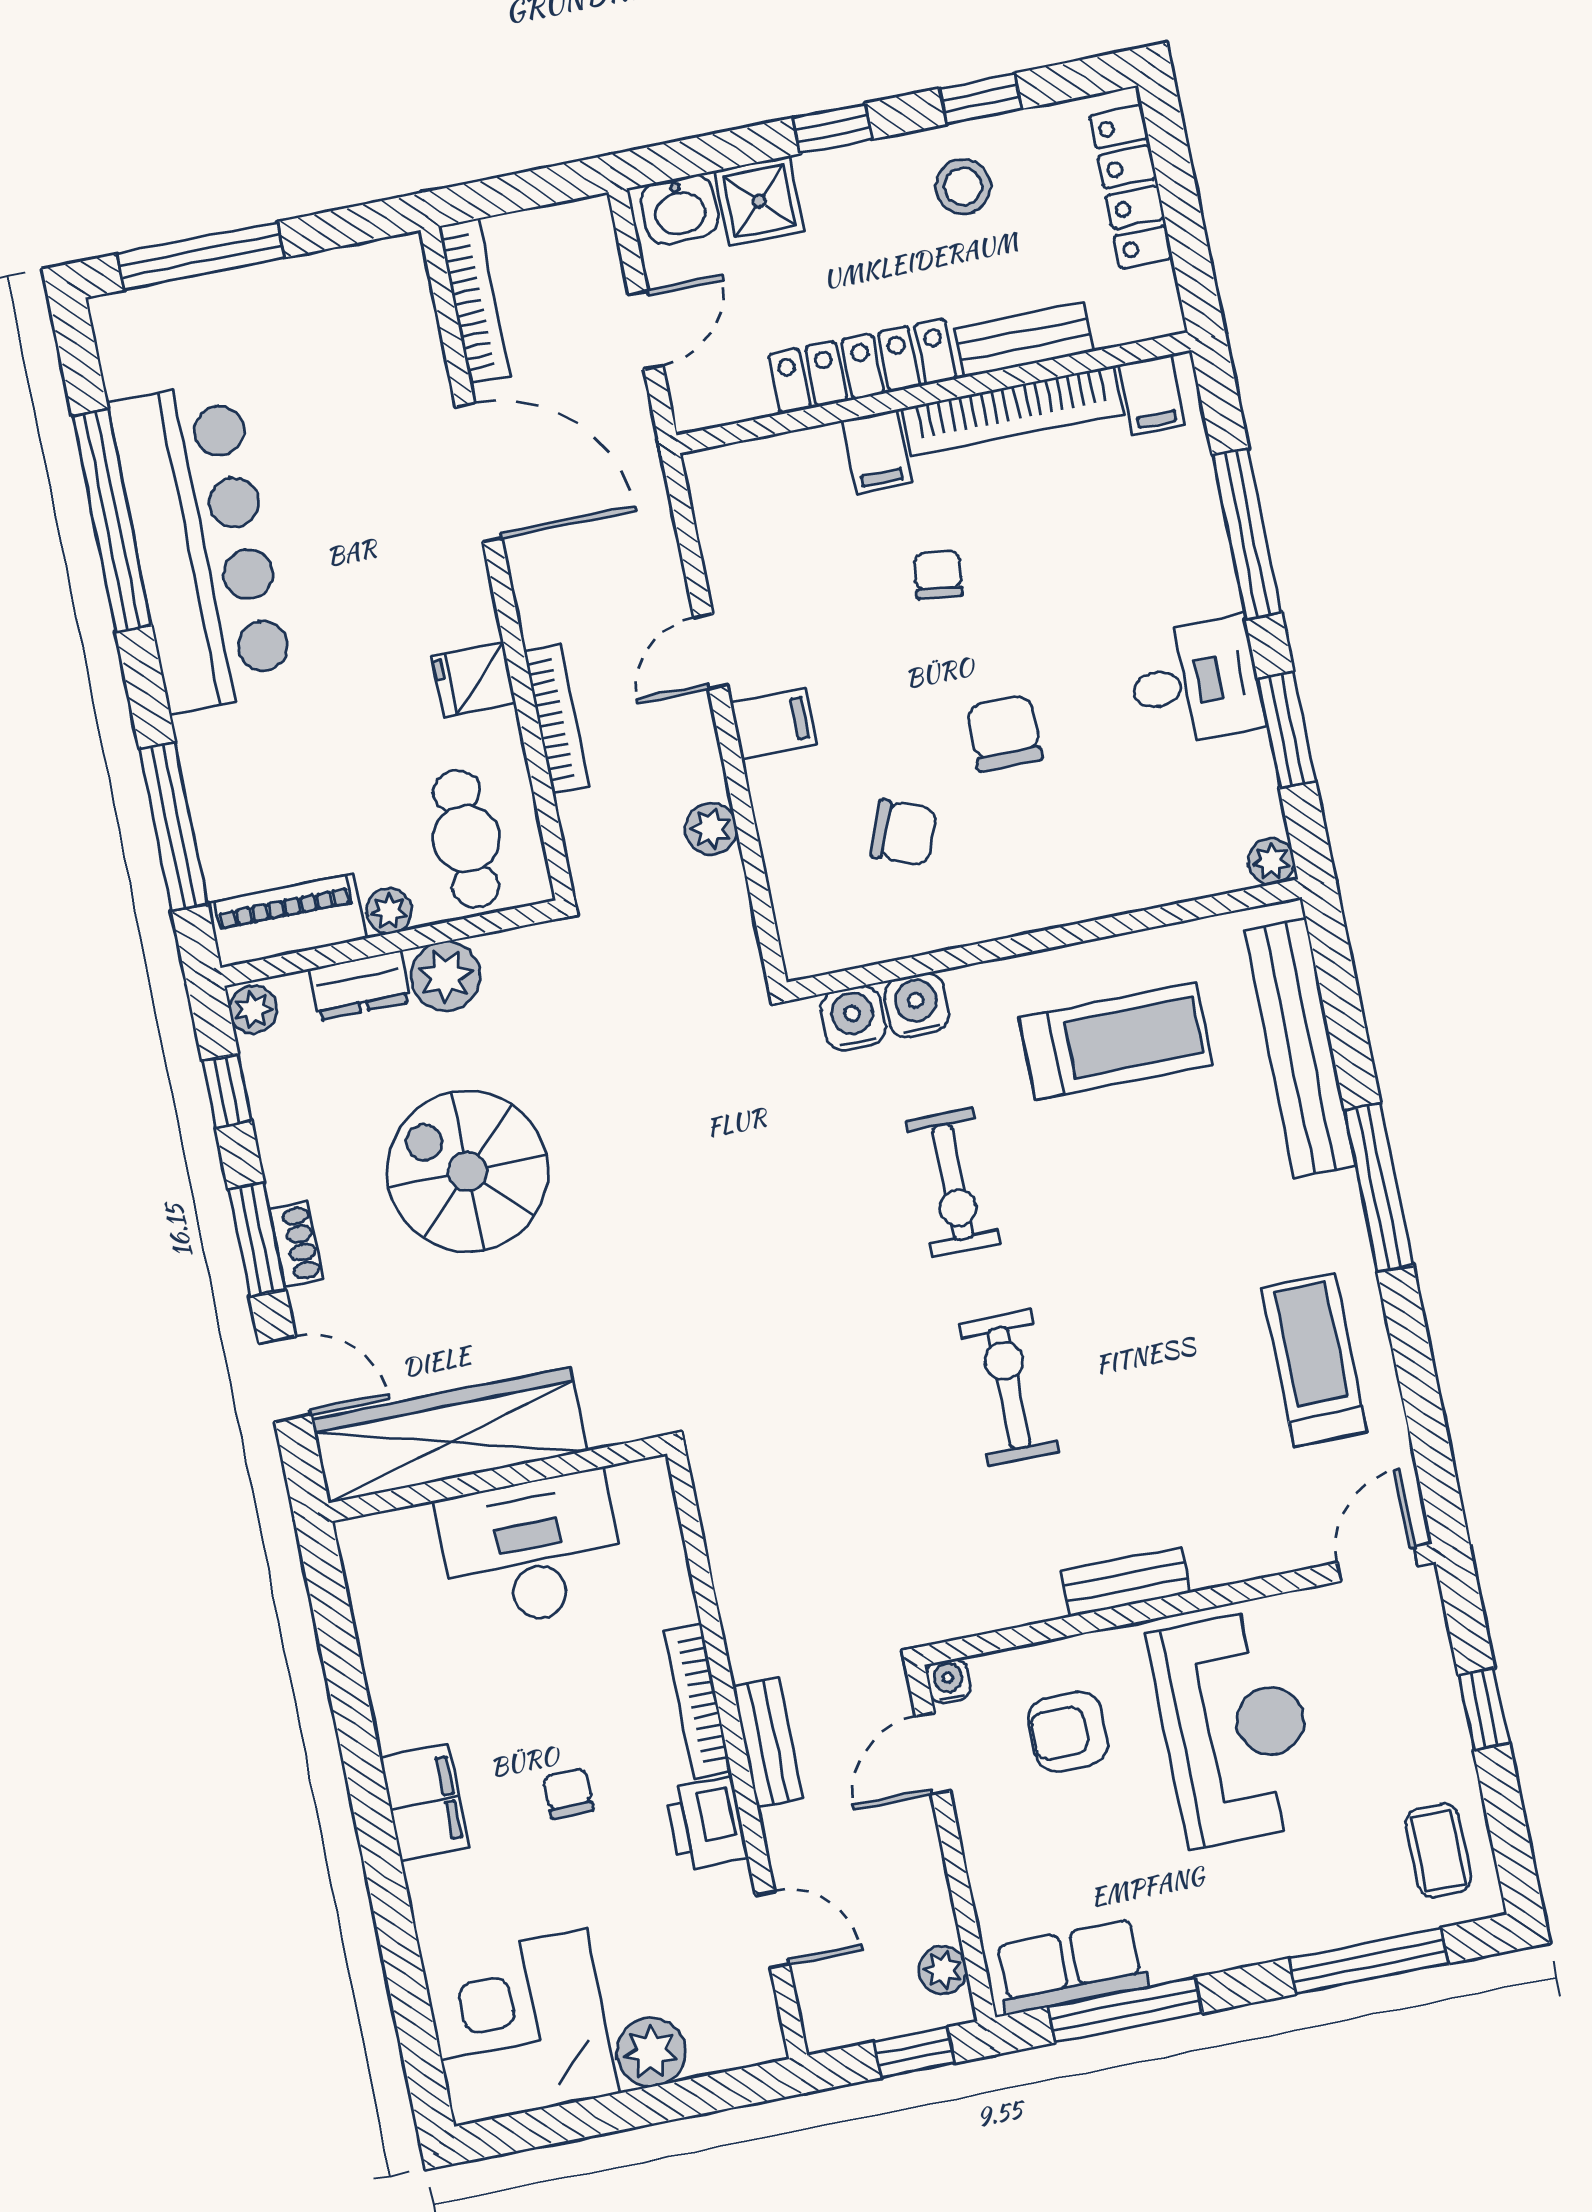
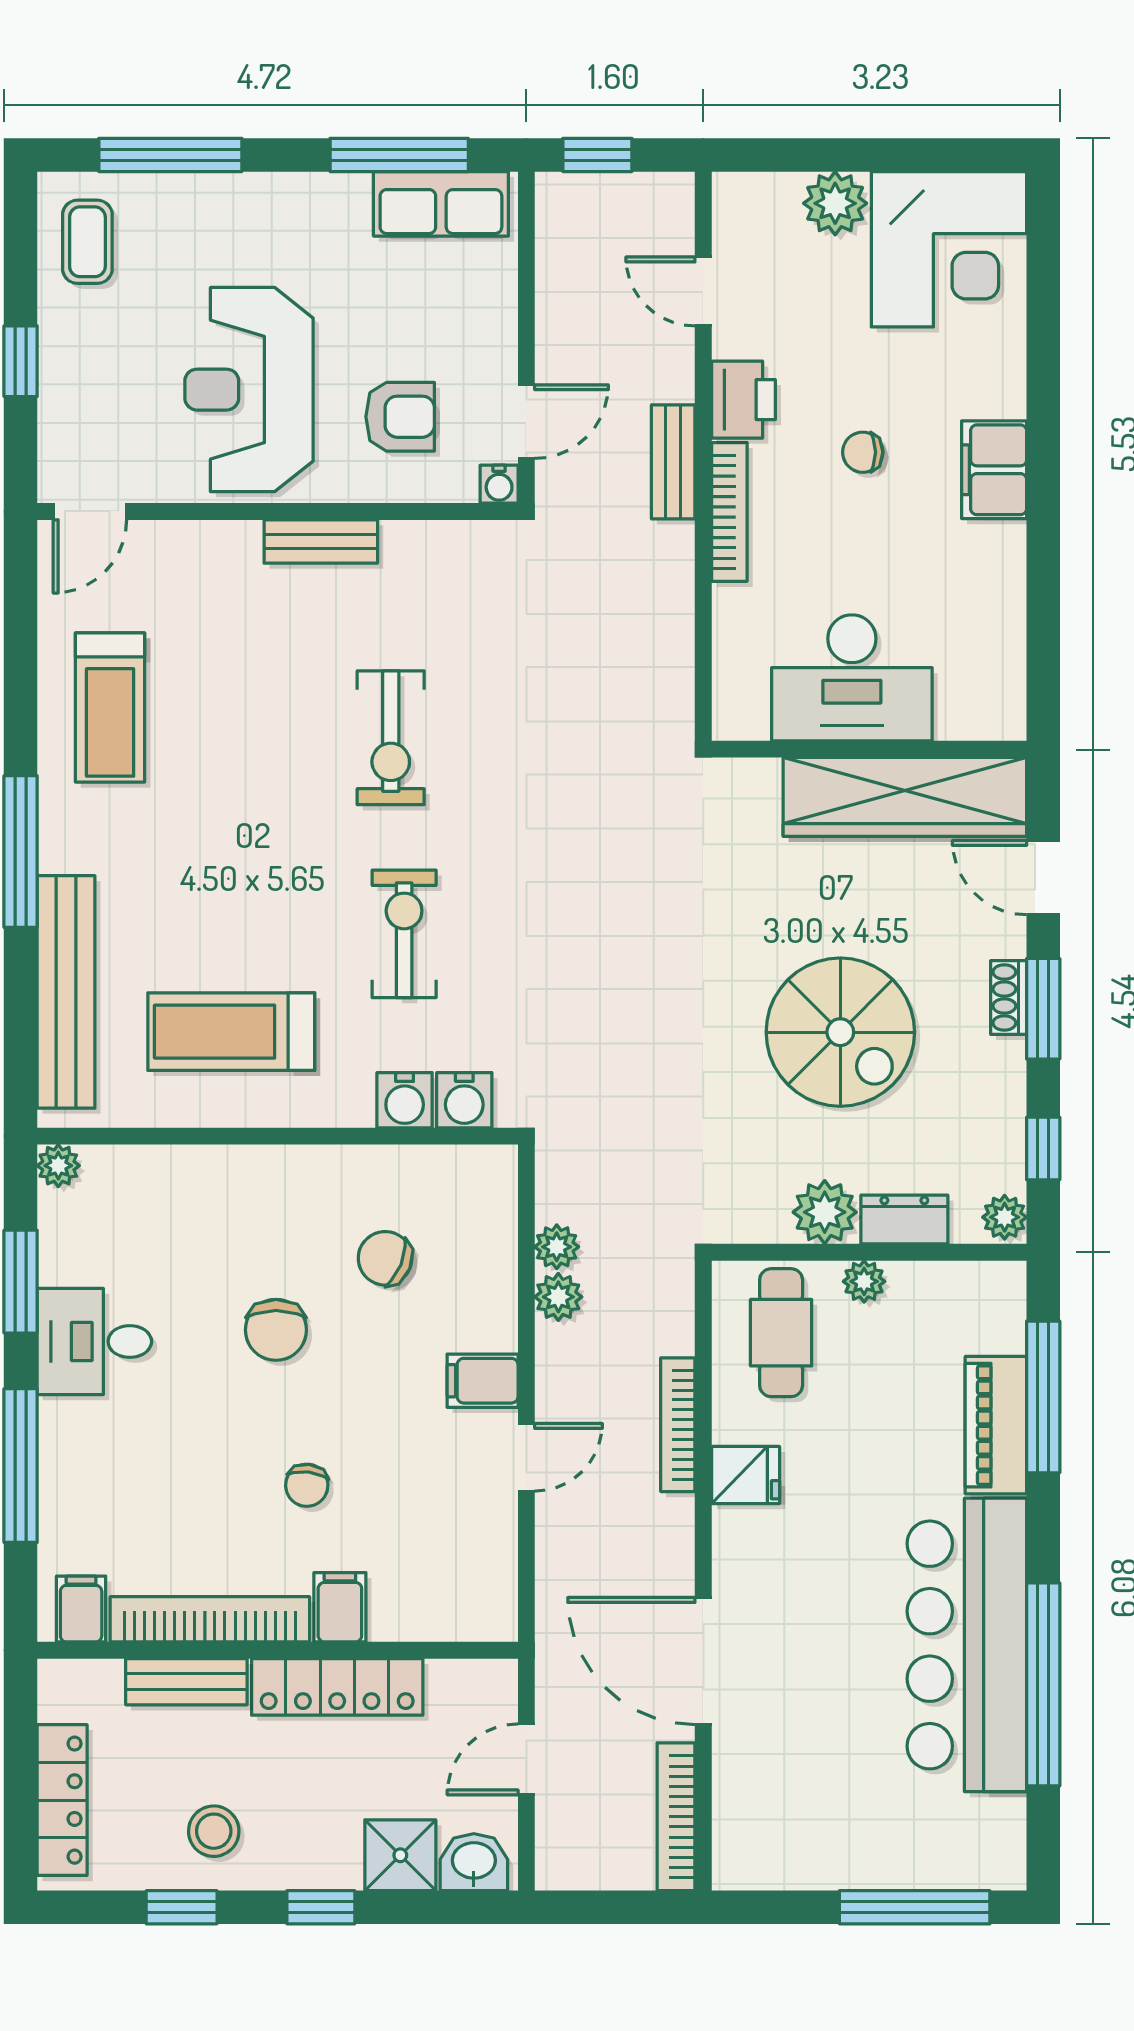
piano: (287, 921) -> (996, 1425), moved, turned 90
chair: (568, 1793) -> (863, 452), turned 90
plant: (943, 1970) -> (557, 1247), moved

